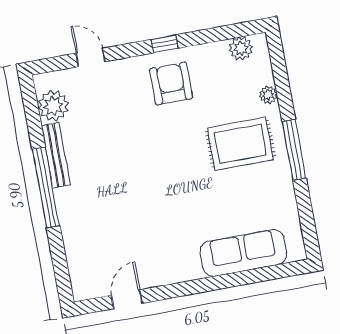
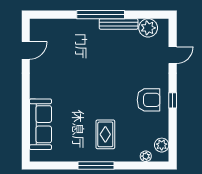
plant: (268, 95) -> (146, 156), moved
rug: (240, 144) -> (105, 134), width x0.73, depth x0.70
door: (127, 299) -> (26, 50), hinge flipped

